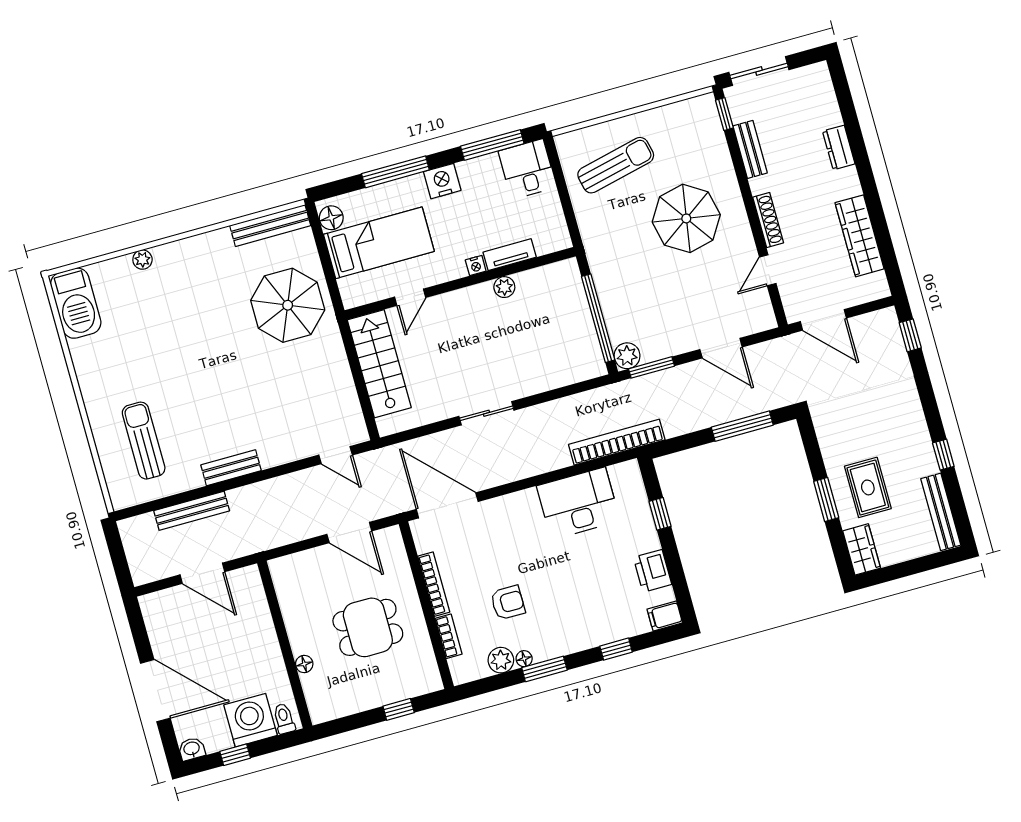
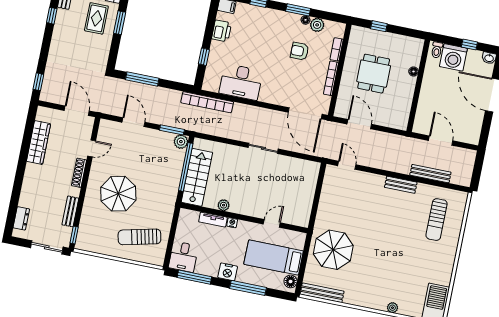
dresser: (839, 148) -> (21, 218), moved
stairs: (379, 364) -> (197, 177), moved, turned 180
dining table: (368, 627) -> (374, 74), turned 90

